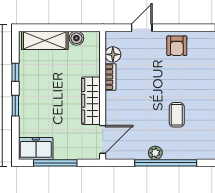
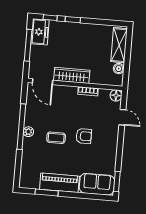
armchair: (177, 46) -> (84, 136), moved, turned 180
floor lamp: (113, 54) -> (116, 95), moved
window: (15, 72) -> (50, 18), moved
plant: (155, 153) -> (28, 132), moved

